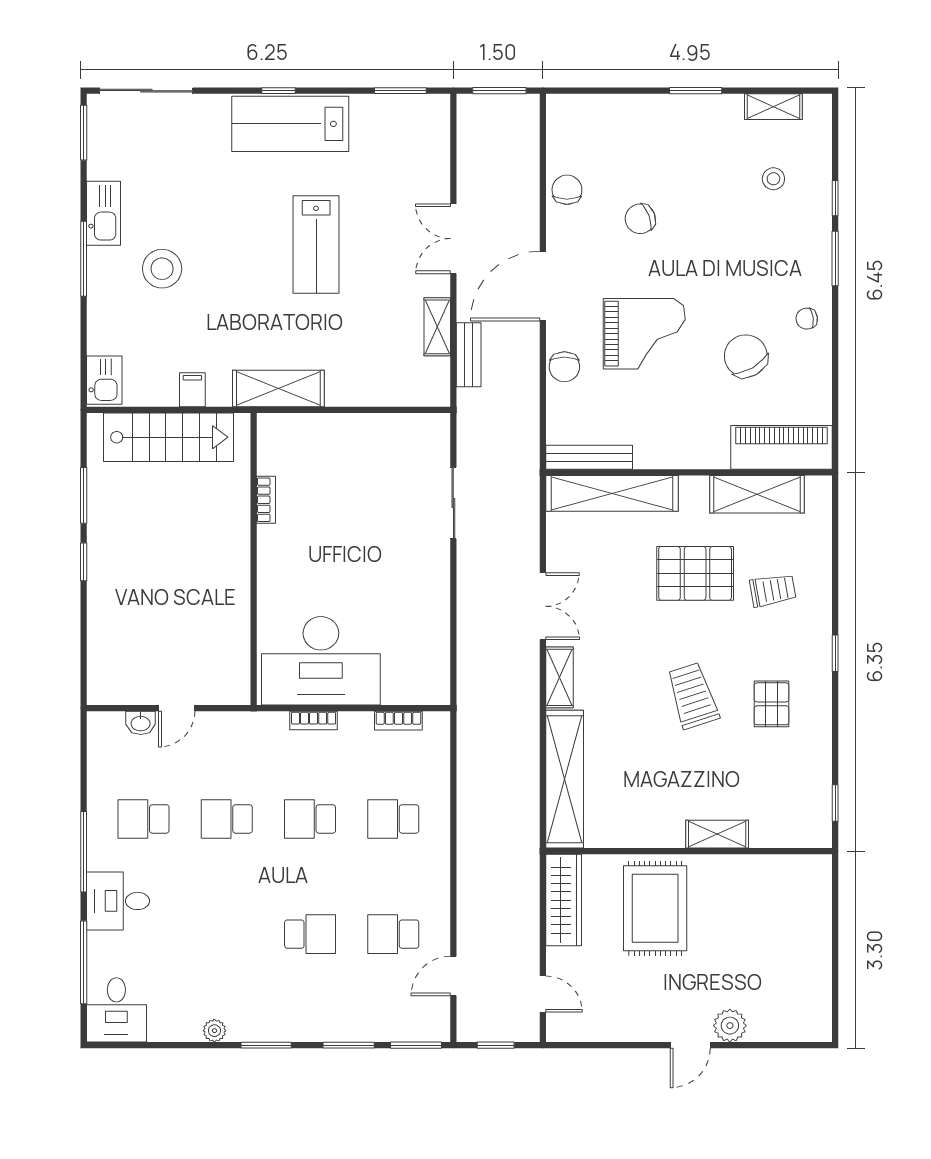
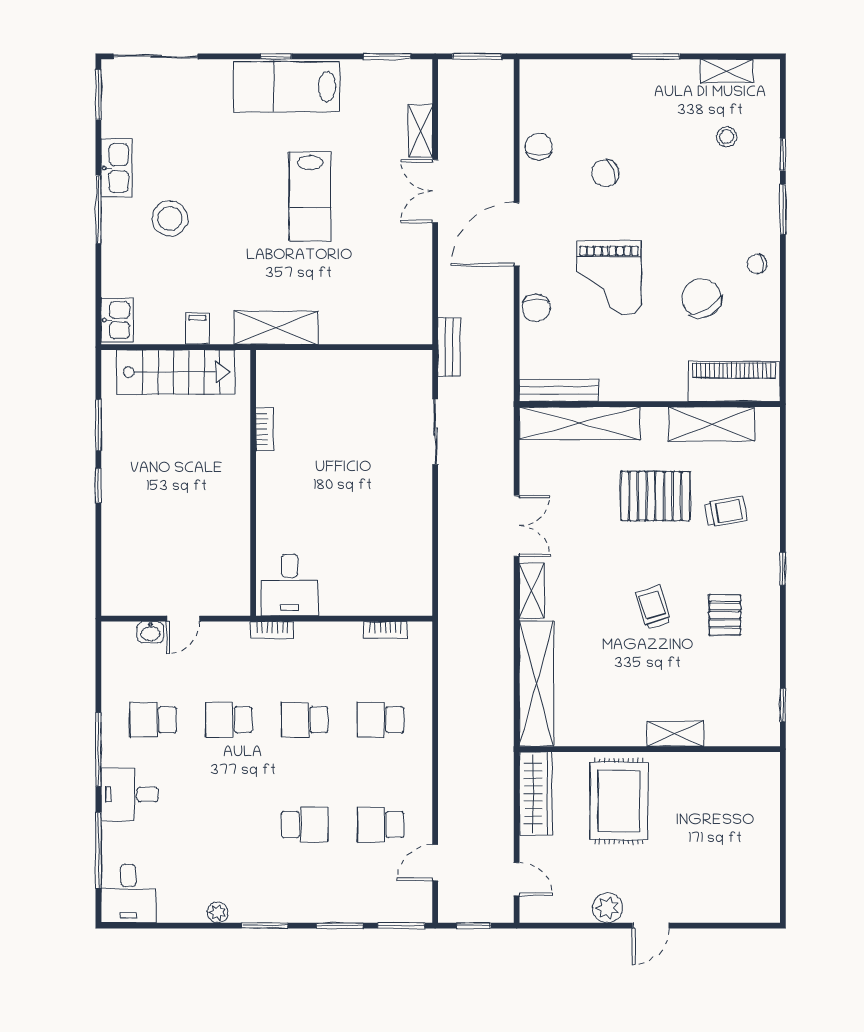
shelving: (437, 327) -> (421, 131), moved
grand piano: (644, 334) -> (609, 278), turned 90
bench: (469, 355) -> (449, 347), moved
desk: (321, 661) -> (289, 585), width x0.53, depth x0.77
trolley: (693, 696) -> (653, 608), width x0.73, depth x0.72
bookcase: (314, 720) -> (272, 630), moved
plant: (730, 1026) -> (607, 908), moved

